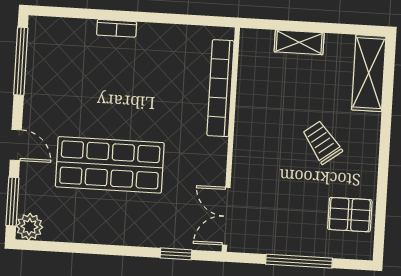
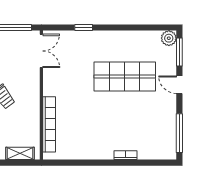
bookcase: (220, 88) -> (49, 124), moved
wall: (231, 140) -> (41, 95), moved
double door: (226, 216) -> (41, 51), moved

